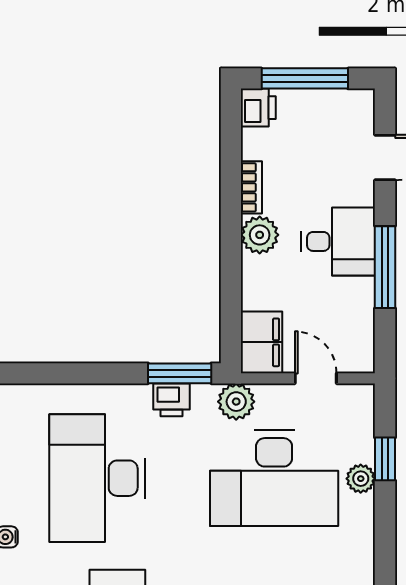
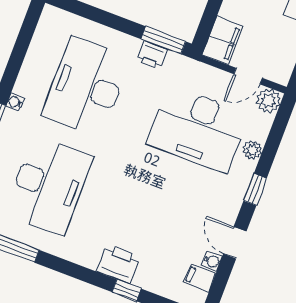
door: (316, 378) -> (248, 76), swing flipped
plant: (236, 402) -> (268, 101), moved
window: (385, 459) -> (255, 189), moved

